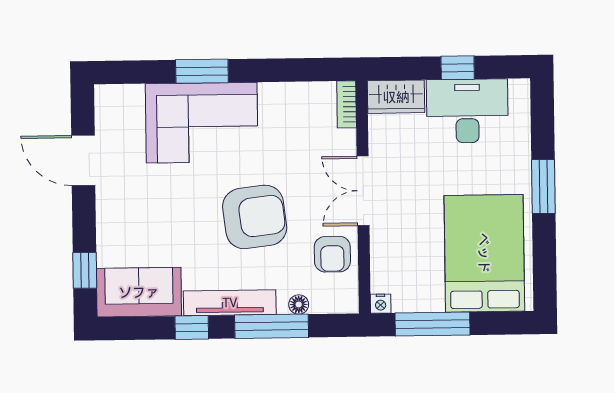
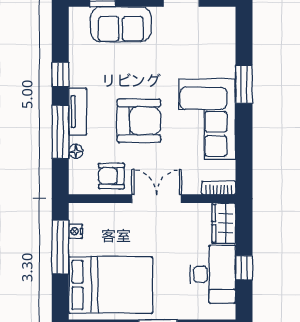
corner sofa: (202, 123) -> (207, 119), moved
armchair: (255, 217) -> (139, 121), turned -83
sofa: (139, 292) -> (121, 24), moved, turned 90
tv unit: (230, 303) -> (78, 112), width x0.71
nightstand: (381, 304) -> (76, 231), moved

